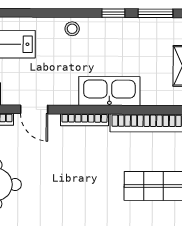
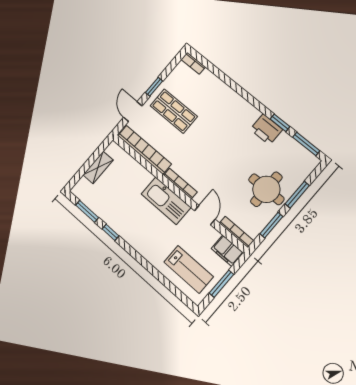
stool: (72, 29) -> (142, 244), removed
kitchen sink: (109, 91) -> (166, 201), moved

